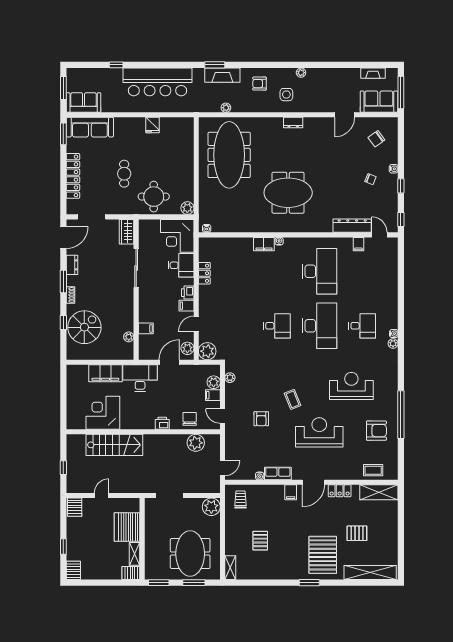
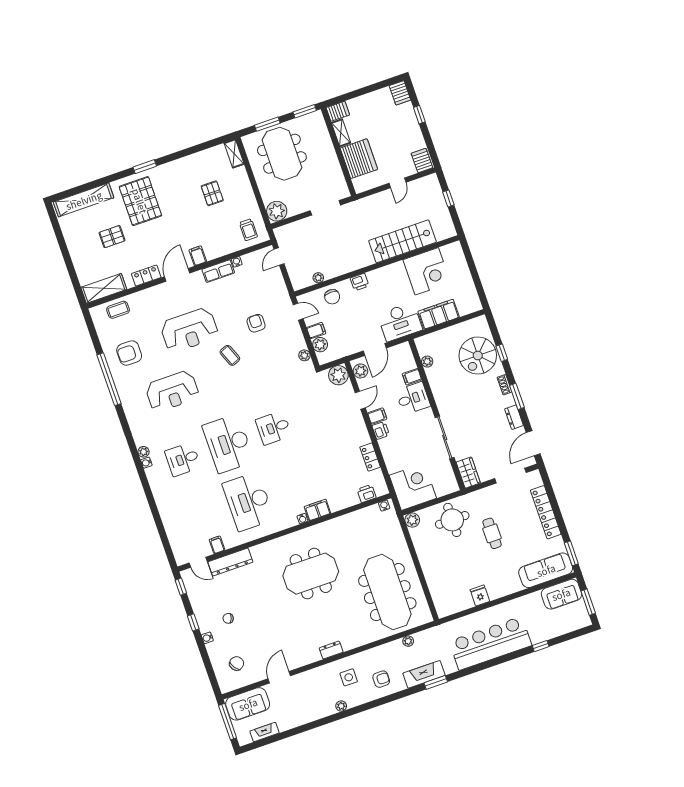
printer: (218, 244) -> (367, 494), added
desk: (181, 265) -> (413, 398), moved, turned 180
plant: (196, 443) -> (318, 278), width x0.53, depth x0.53

